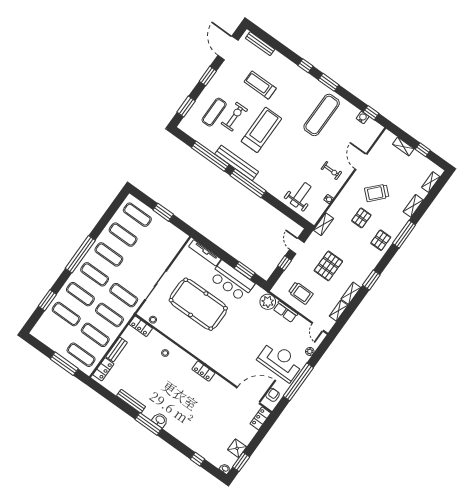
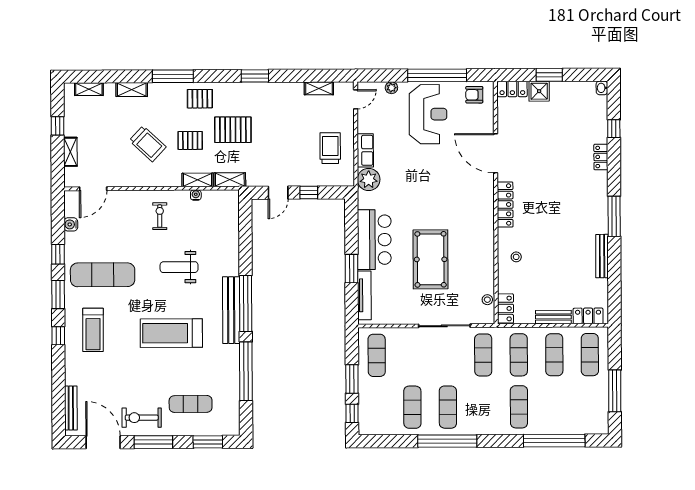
door: (228, 48) -> (103, 442), swing flipped
window: (208, 76) -> (153, 442), width x1.44
treadmill: (260, 85) -> (93, 330), moved
window: (371, 113) -> (58, 254), moved
exercise bike: (234, 117) -> (142, 418), moved
door: (361, 162) -> (93, 189), moved
bench: (237, 163) -> (231, 310), moved
weight bench: (301, 195) -> (179, 267), moved
window: (144, 198) -> (352, 413), added
exercise mat: (137, 215) -> (377, 355), moved
window: (80, 254) -> (447, 441), moved
pallet: (328, 266) -> (233, 130), moved
window: (245, 271) -> (352, 269), moved
exercise mat: (95, 274) -> (483, 407), removed
shelving: (351, 293) -> (198, 180), moved
window: (47, 300) -> (554, 441), width x2.11
pool table: (198, 304) -> (431, 259), width x0.73, depth x0.76
exercise mat: (66, 314) -> (554, 407), removed
reception desk: (280, 361) -> (428, 114), turned 180
window: (64, 364) -> (615, 391), moved
locker: (203, 371) -> (505, 205), width x1.53
door: (248, 395) -> (496, 153), moved
washbasin: (160, 420) -> (600, 206), removed
locker: (187, 440) -> (601, 157), added
shower: (237, 448) -> (539, 91), moved
window: (241, 462) -> (549, 75), moved

